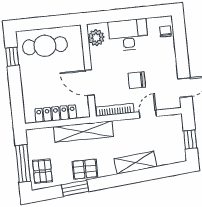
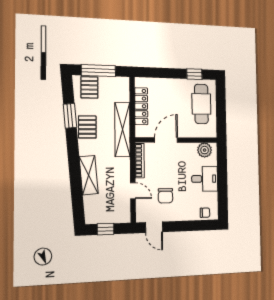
desk: (128, 35) -> (205, 179), width x0.73
chair: (137, 80) -> (165, 196), moved, turned 180
pallet: (42, 171) -> (89, 87), turned 90

